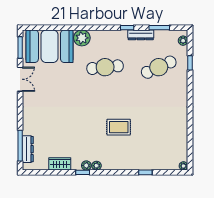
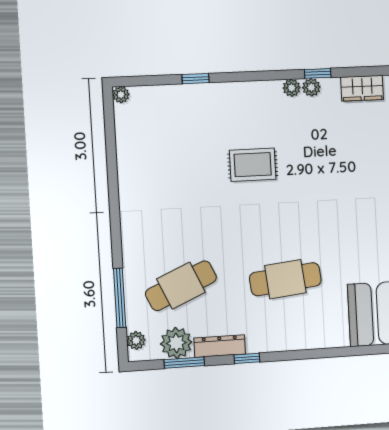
plant: (82, 38) -> (176, 343), moved
window: (190, 63) -> (120, 298), width x2.17

